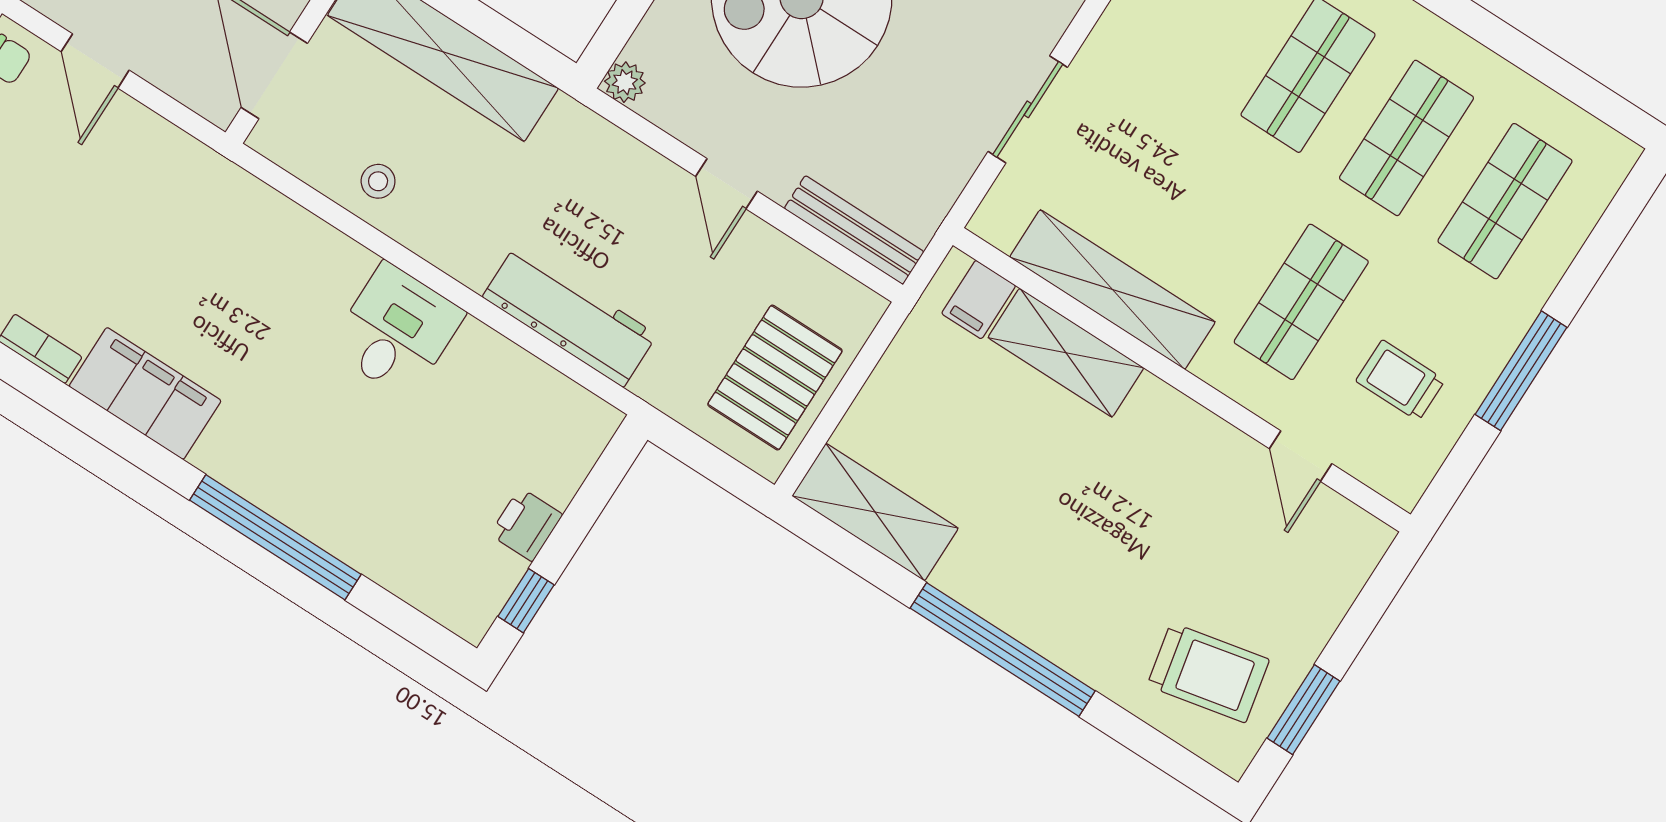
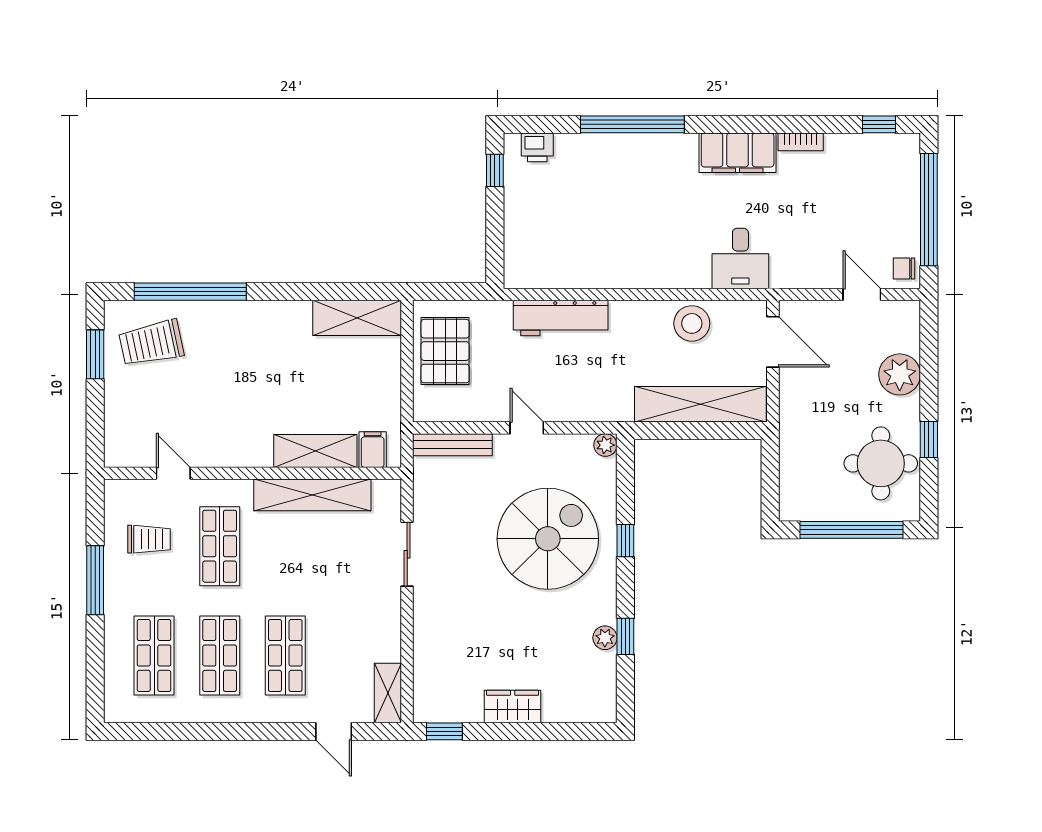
stool: (378, 181) -> (692, 323), width x1.89, depth x1.89
desk: (397, 331) -> (740, 259), moved
printer: (526, 524) -> (537, 147), moved, turned 90
window: (1003, 650) -> (190, 292), moved

